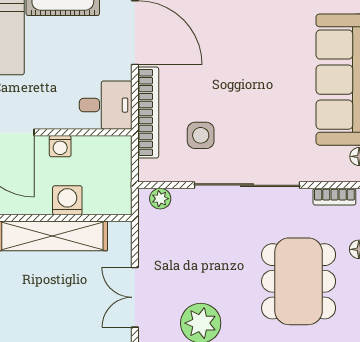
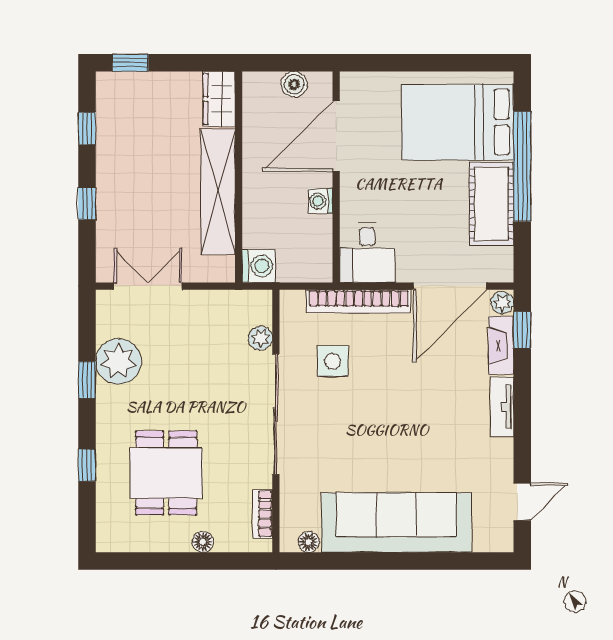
plant: (160, 199) -> (260, 338), moved
washing machine: (67, 200) -> (259, 266), moved
dining table: (299, 281) -> (166, 473), width x0.73

